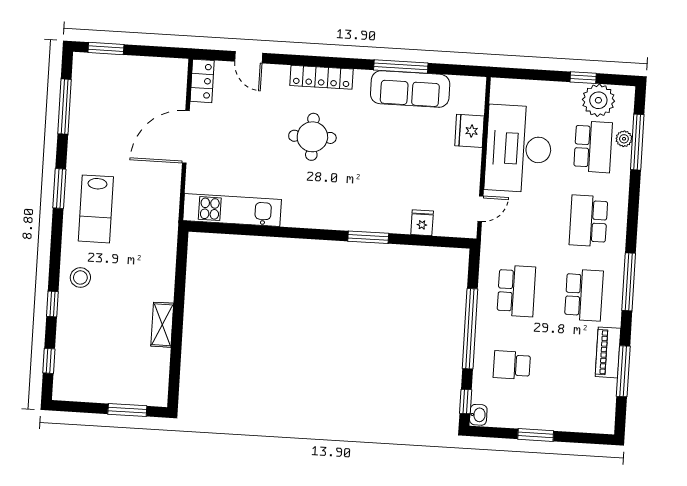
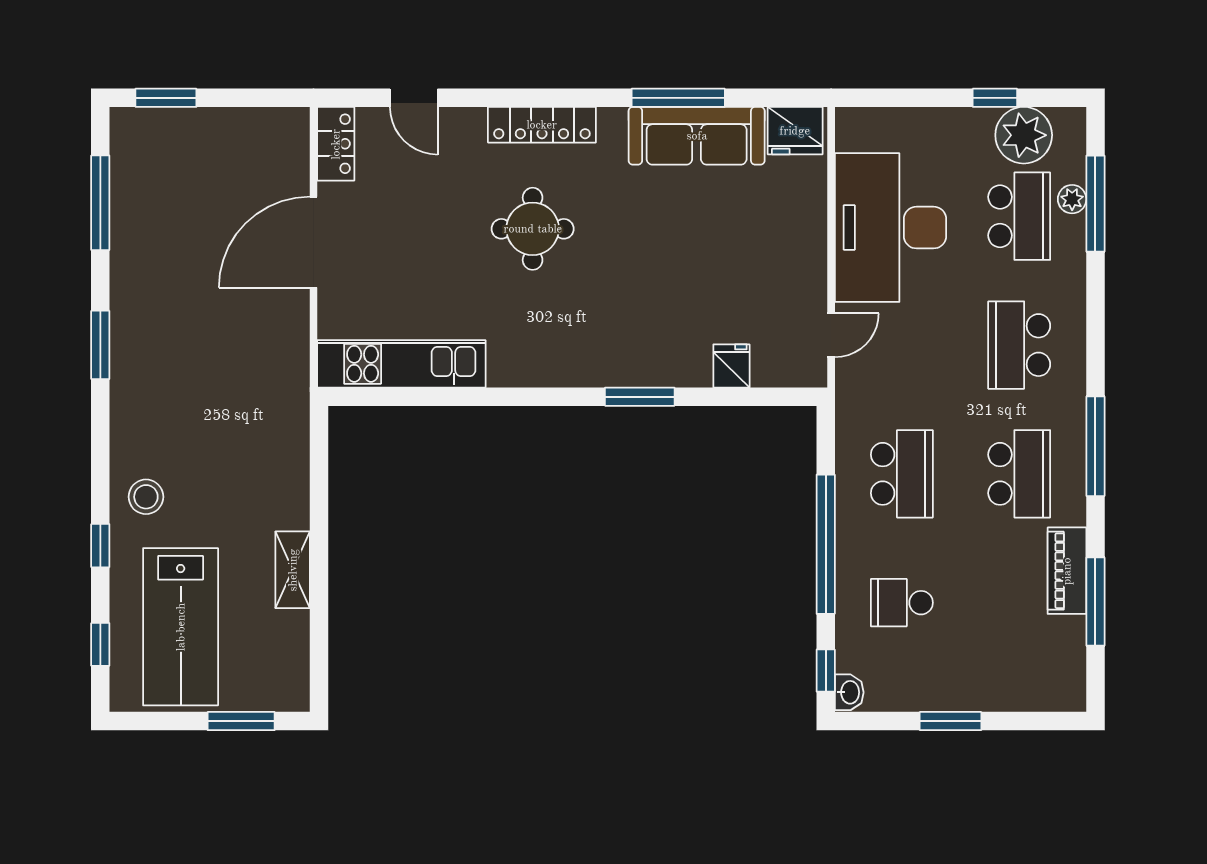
fridge: (469, 131) -> (795, 131), moved, turned -90
lab bench: (96, 209) -> (181, 627), moved, width x1.36, depth x1.39

